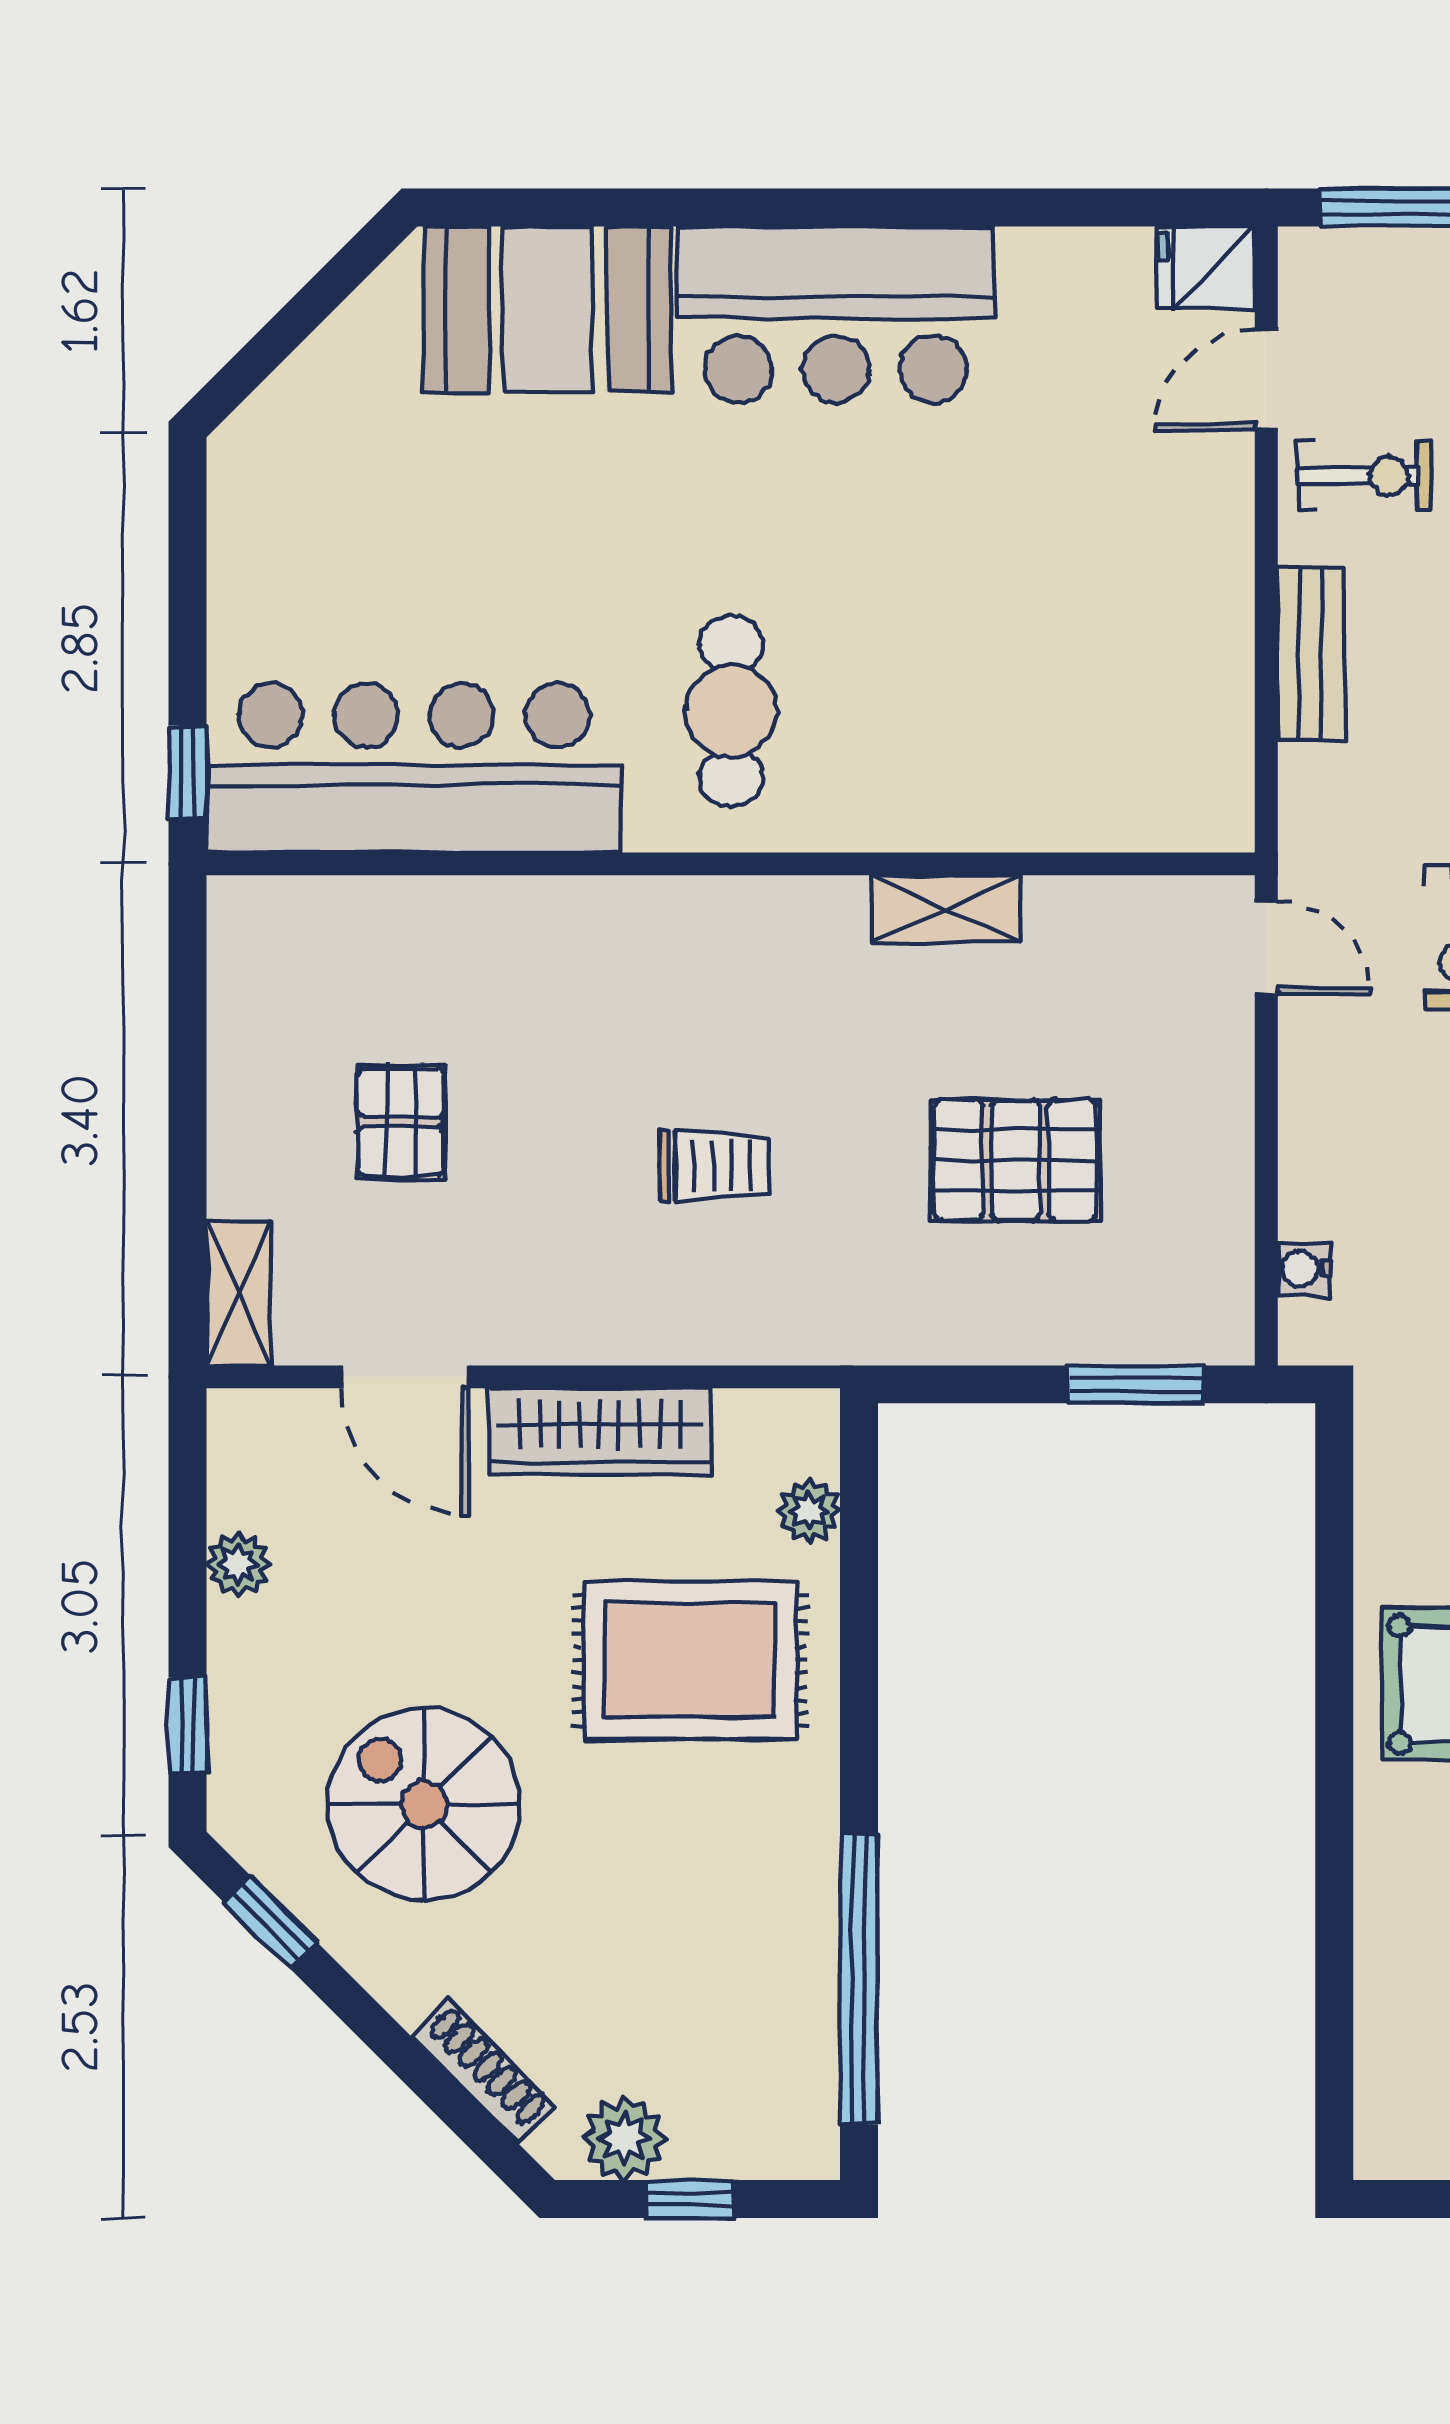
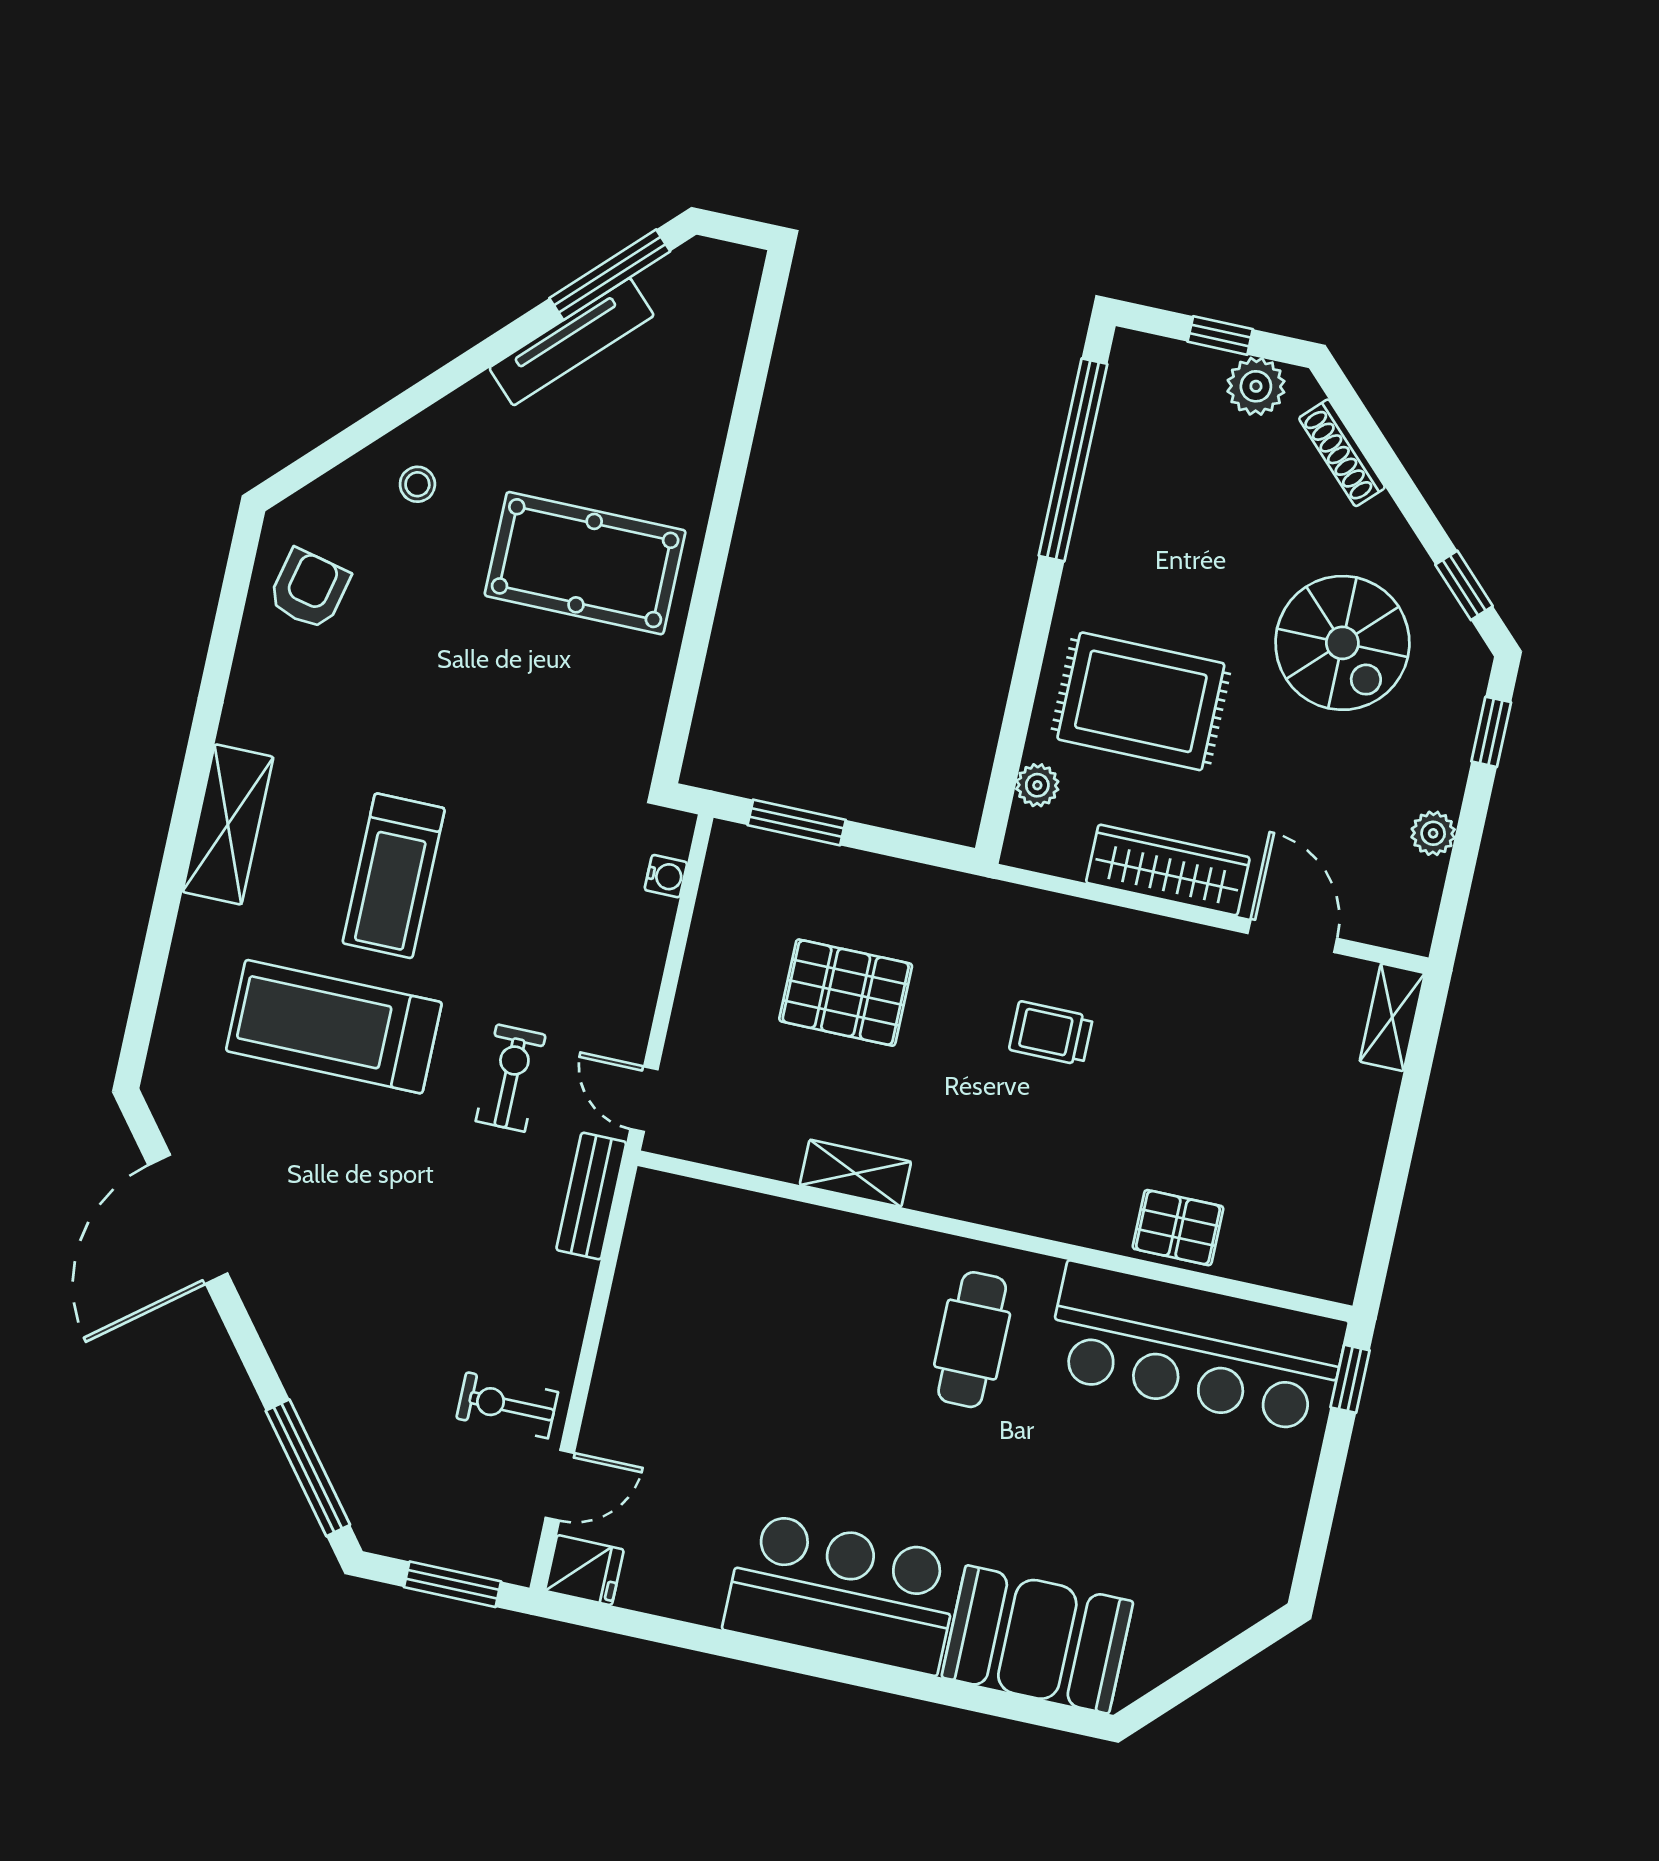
bench: (1311, 654) -> (591, 1196), moved
pallet: (401, 1122) -> (1178, 1228), moved, turned 90

